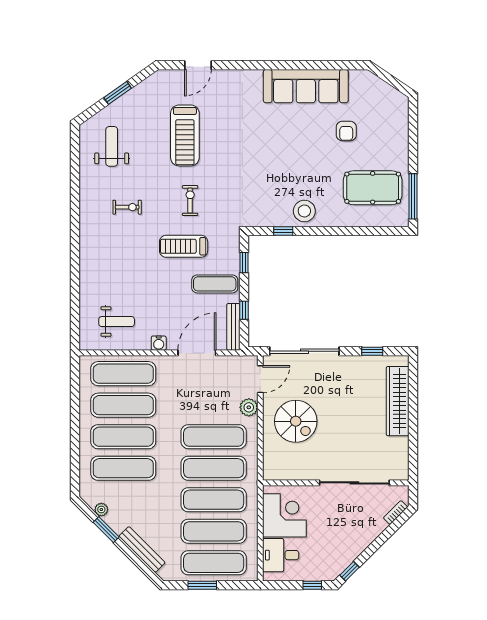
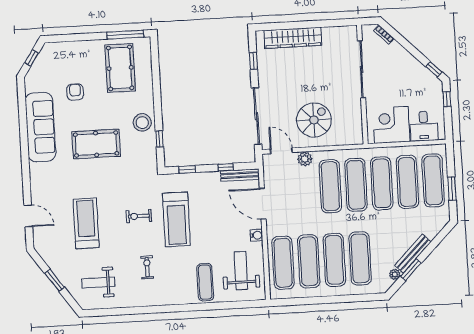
window: (391, 80) -> (32, 58), added
armchair: (346, 131) -> (75, 92), turned -90
treadmill: (185, 135) -> (86, 223), turned -90
pool table: (281, 153) -> (96, 144), added
treadmill: (184, 246) -> (176, 219), width x1.37, depth x1.37
exercise mat: (215, 284) -> (205, 282), moved
weight bench: (117, 322) -> (241, 271), width x1.36, depth x1.33
bench: (142, 549) -> (413, 254), moved

